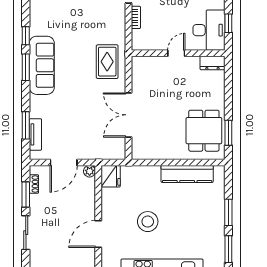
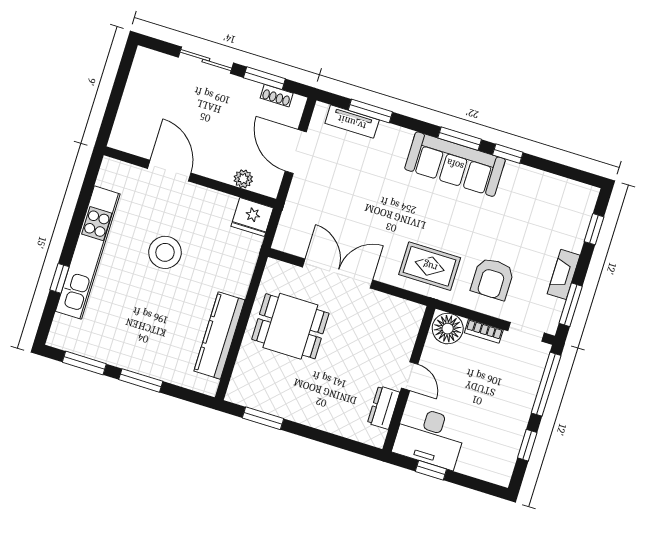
armchair: (103, 22) -> (492, 279), added
floor lamp: (141, 39) -> (448, 329), added
dresser: (212, 63) -> (384, 408), moved
dining table: (204, 131) -> (290, 326), moved
plant: (90, 171) -> (243, 179), moved

